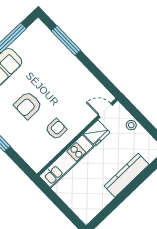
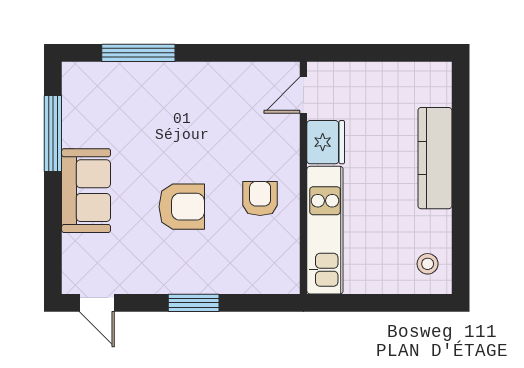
armchair: (28, 105) -> (182, 207), turned -90
stool: (131, 125) -> (428, 264), moved

